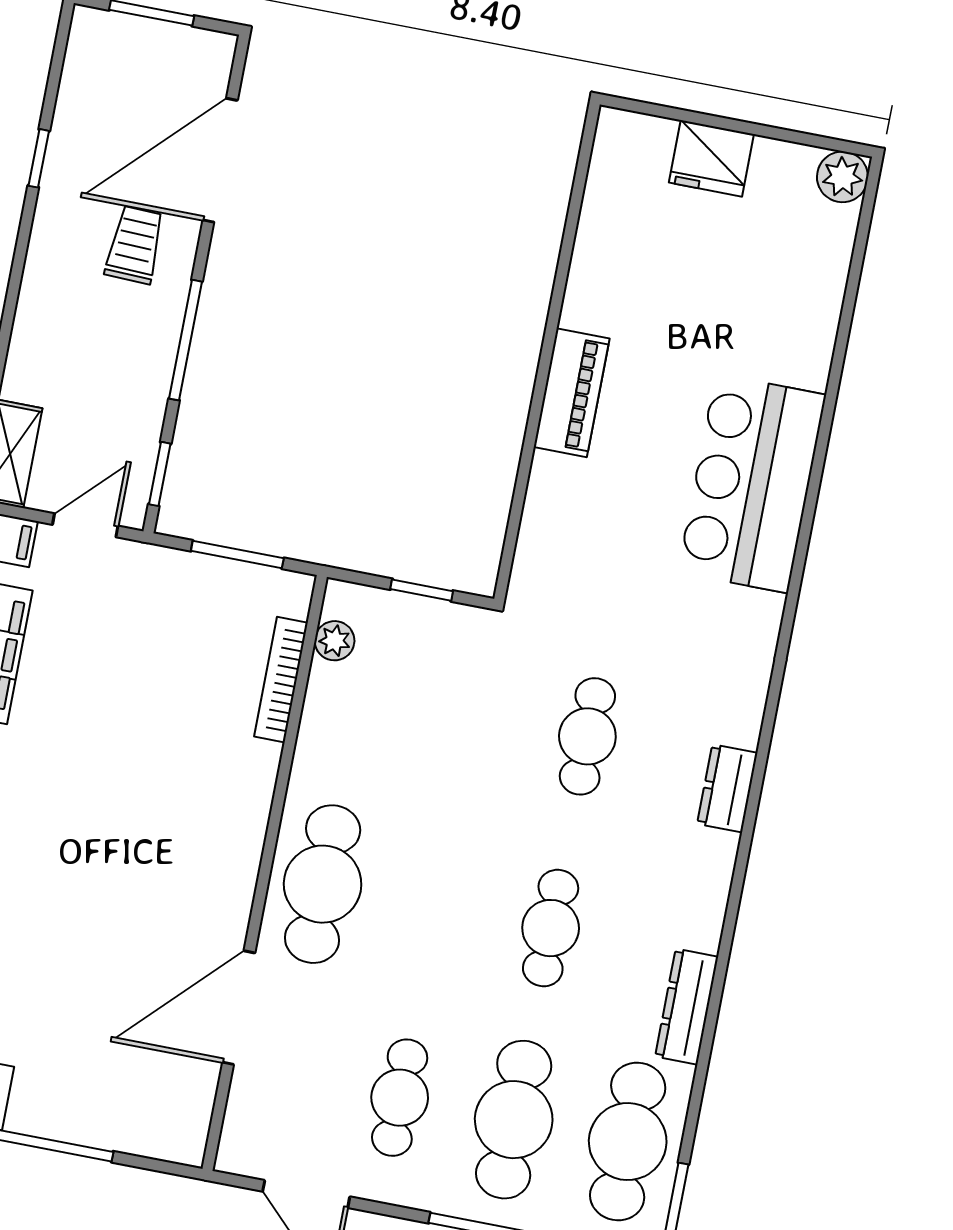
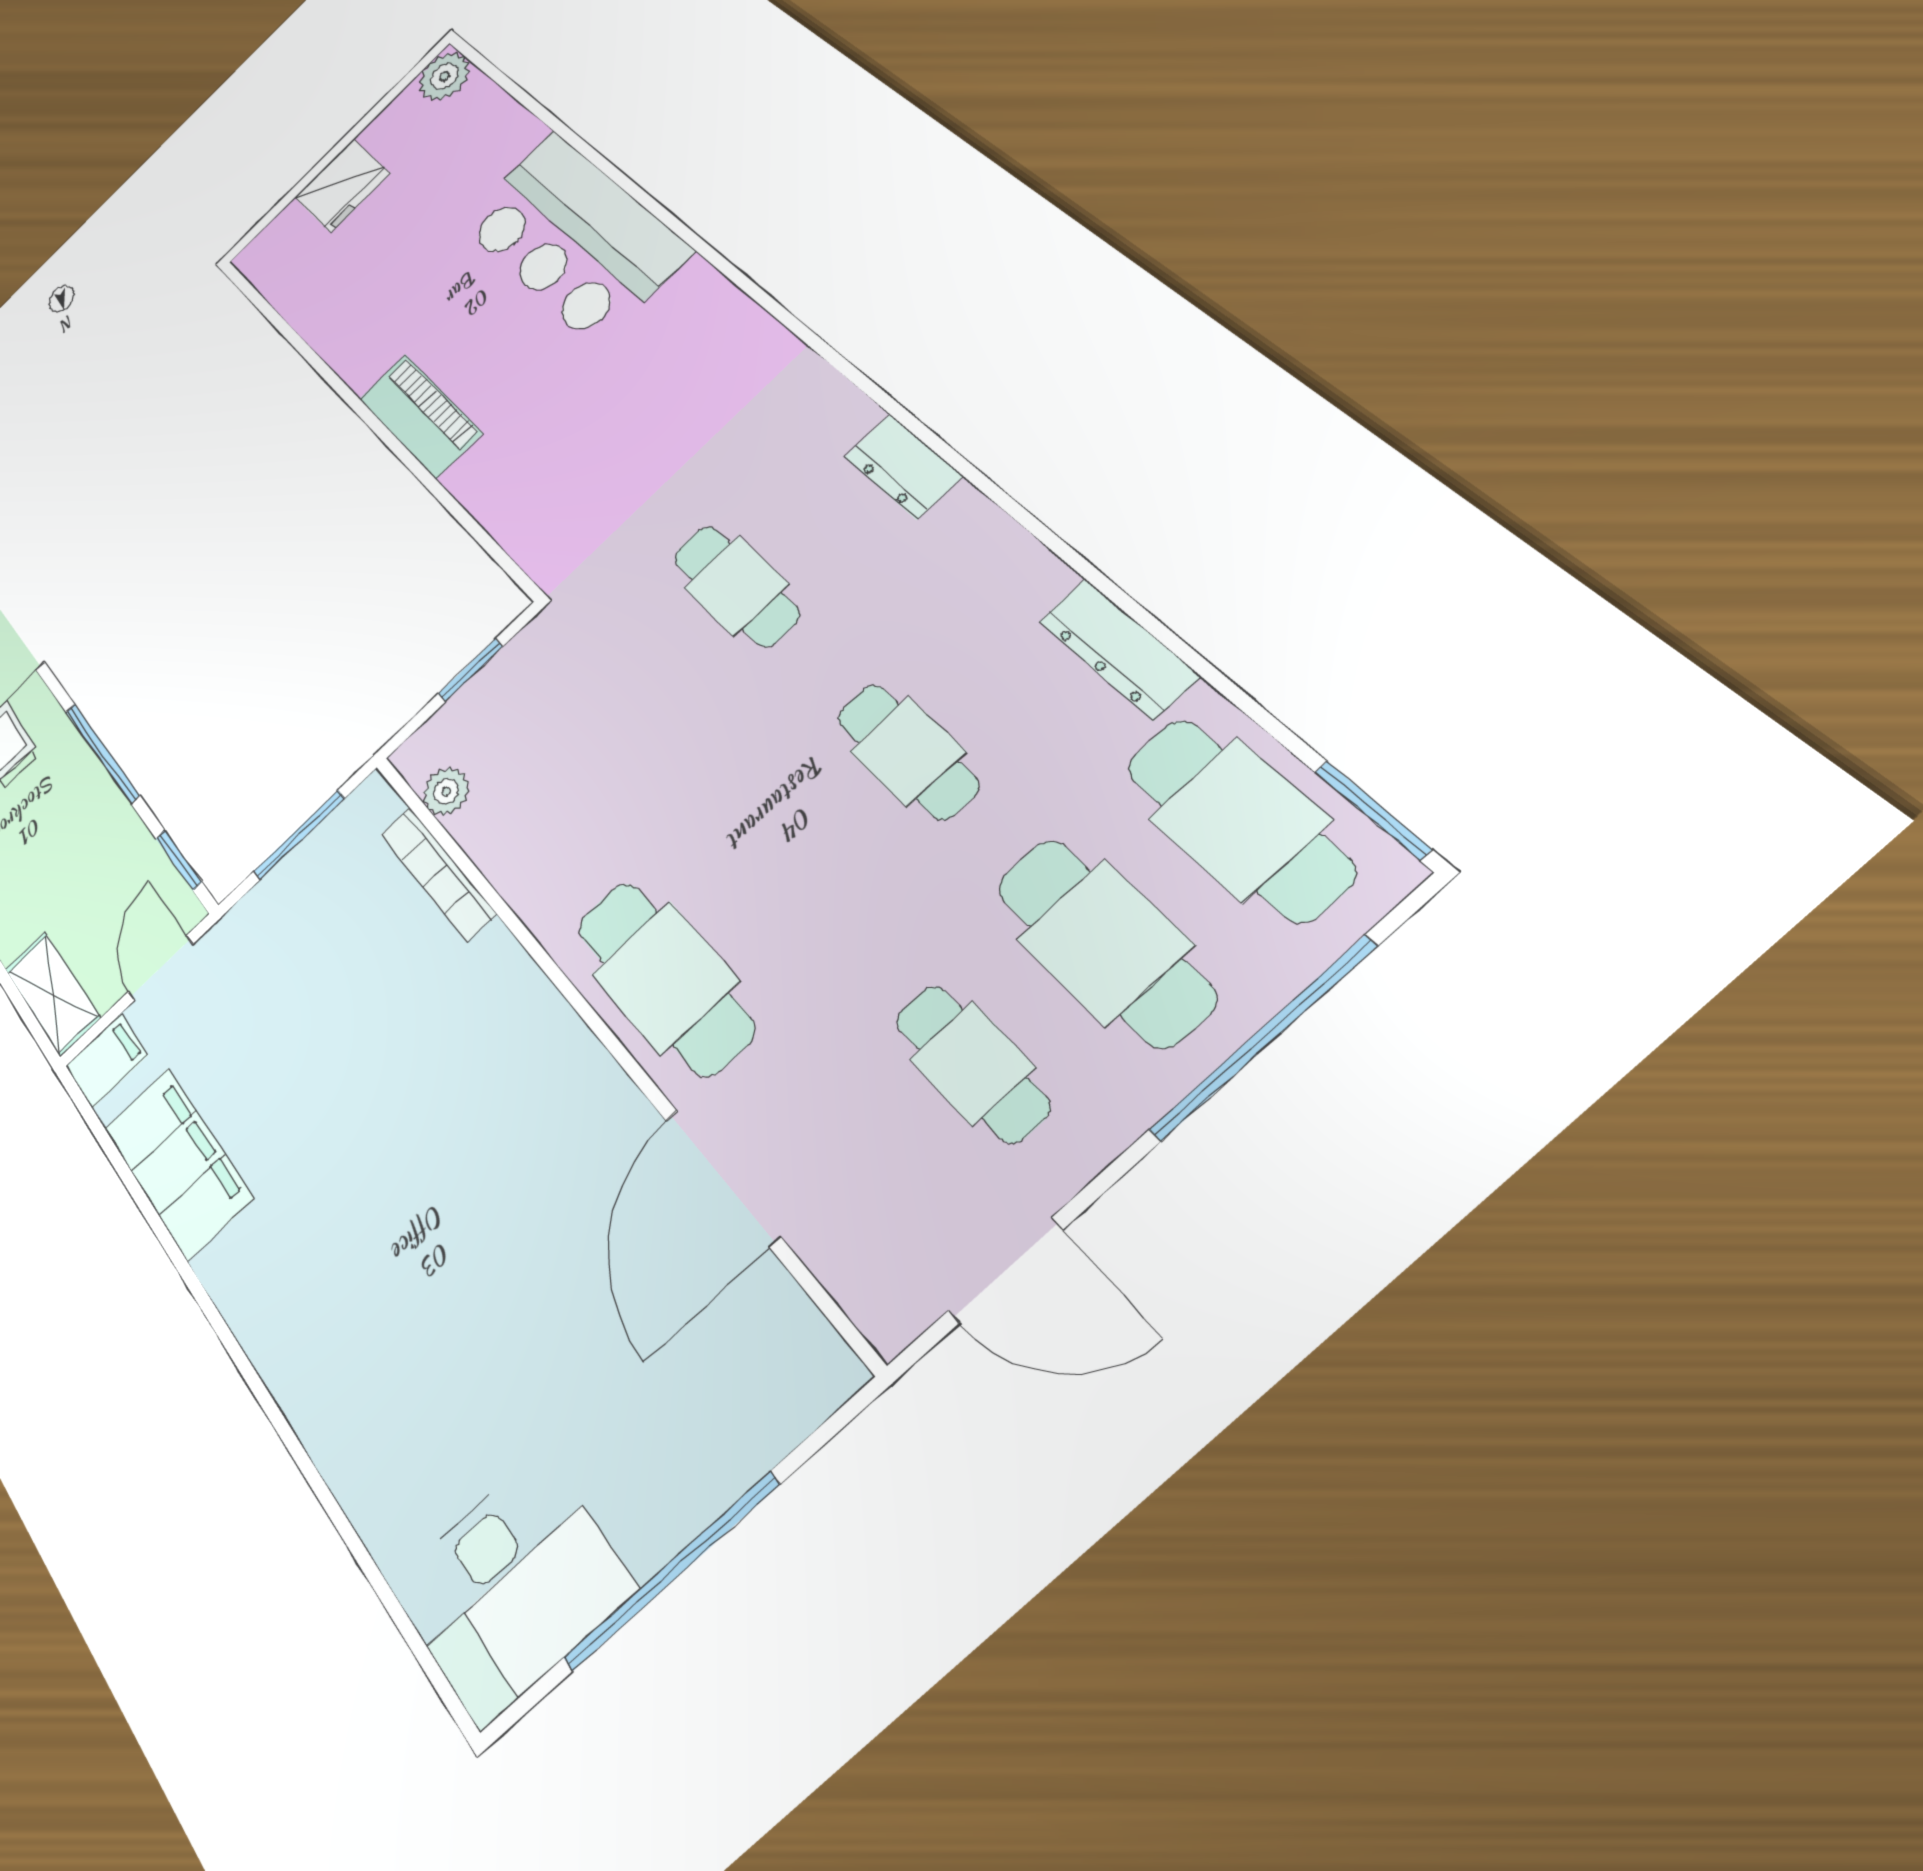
bar counter: (752, 483) -> (574, 237), moved

